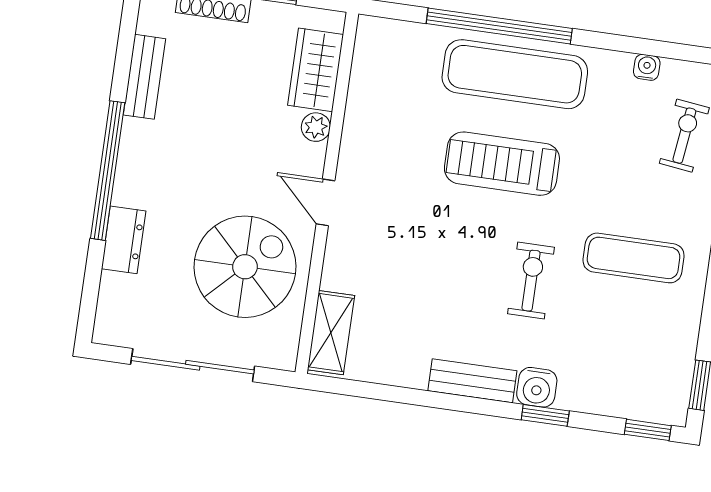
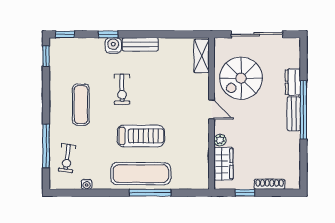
window: (499, 26) -> (150, 193), width x0.68
bench: (144, 77) -> (294, 114), moved
exercise mat: (634, 258) -> (81, 105), turned 90

